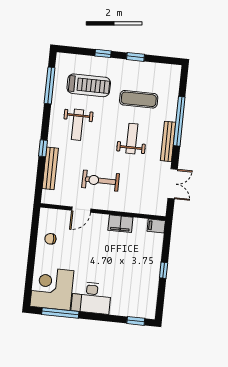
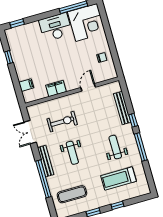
window: (50, 85) -> (141, 147), moved
exercise mat: (139, 99) -> (72, 194), moved
exercise bike: (101, 181) -> (62, 122), moved
filing cabinet: (156, 226) -> (26, 85), moved
window: (164, 270) -> (9, 57), moved

